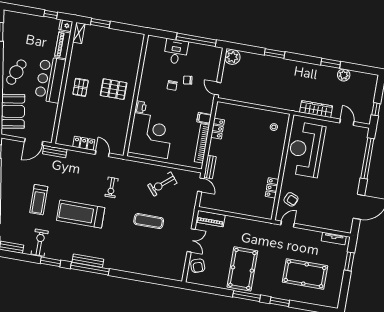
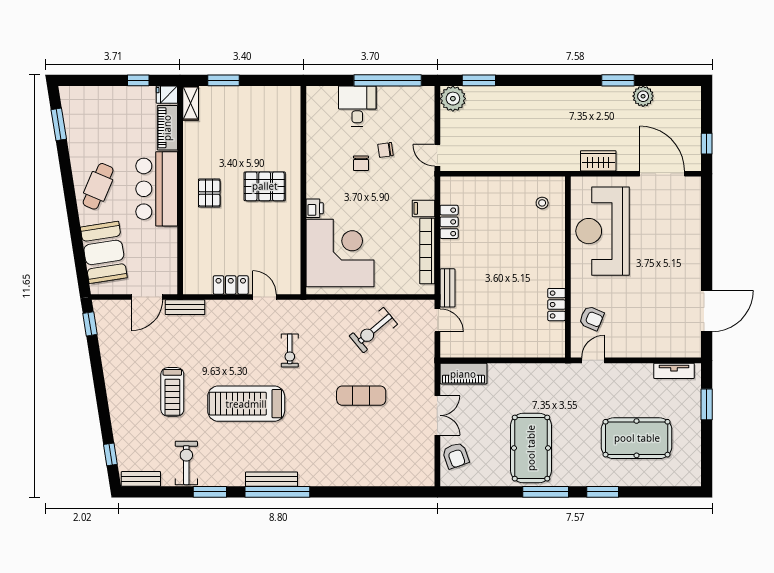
window: (275, 53) -> (479, 80), moved
wardrobe: (316, 109) -> (598, 161), width x0.67
door: (347, 122) -> (662, 174), width x1.87
window: (367, 158) -> (707, 228), removed

